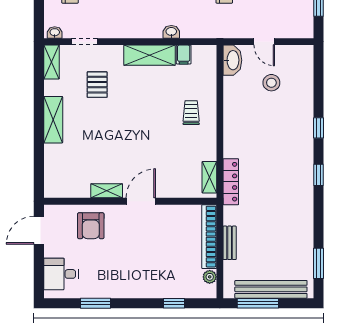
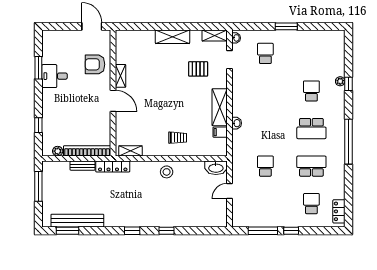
stool: (271, 83) -> (167, 172), moved
locker: (231, 182) -> (113, 167), moved
desk: (61, 274) -> (55, 76), moved, turned -90
bench: (271, 289) -> (77, 221), moved, turned 90

